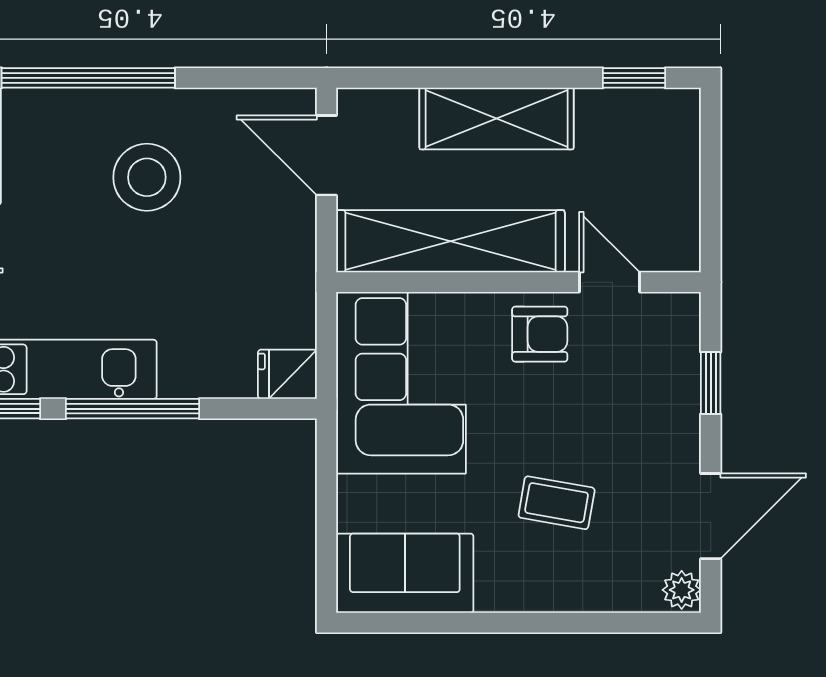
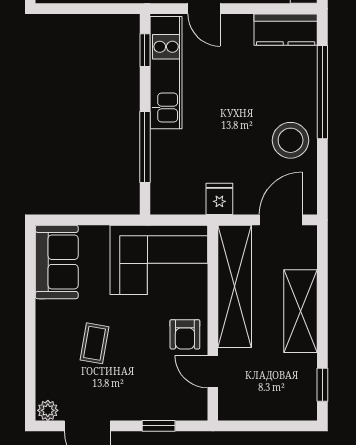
stool: (147, 177) -> (291, 140), moved
door: (610, 282) -> (213, 372), swing flipped
fridge: (287, 374) -> (219, 199), moved
window: (132, 409) -> (145, 147), moved

